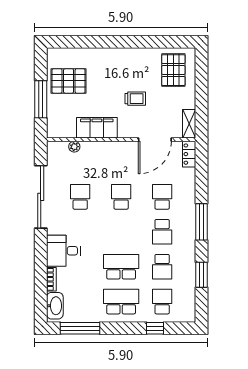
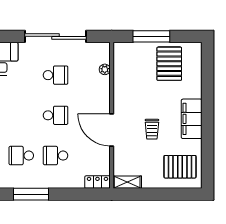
filing cabinet: (97, 128) -> (192, 119), moved, turned 180
door: (155, 140) -> (112, 130), moved
school desk: (162, 197) -> (55, 156), turned 180

